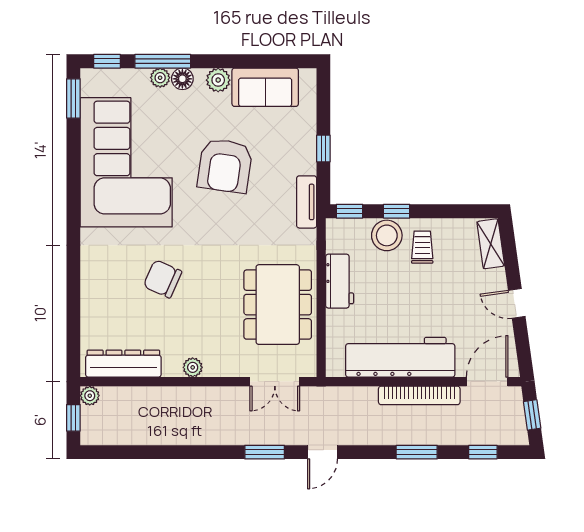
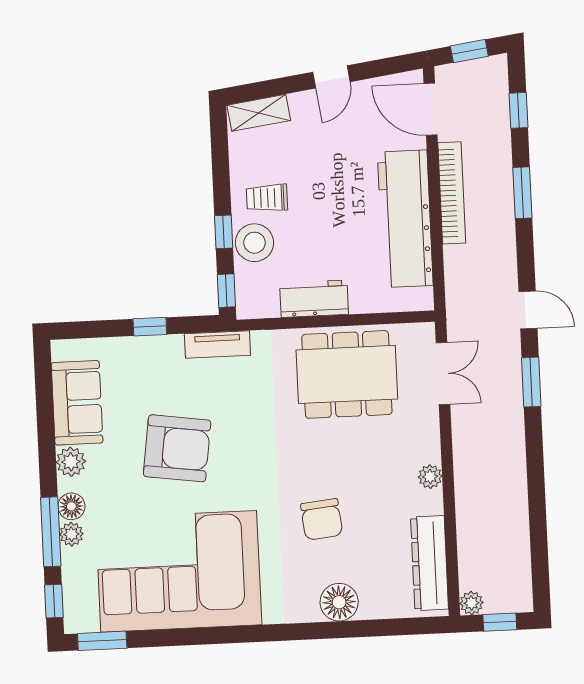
chair: (163, 279) -> (322, 519), turned -30
floor lamp: (95, 290) -> (339, 602), added

